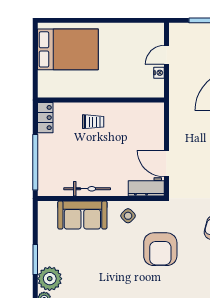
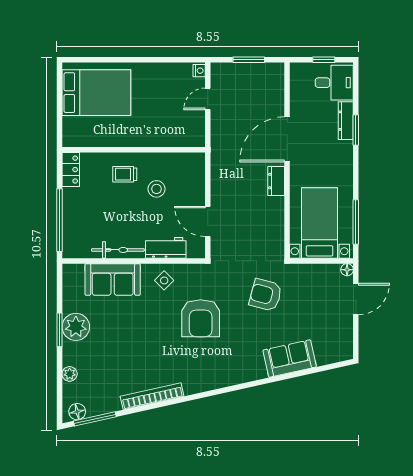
nightstand: (159, 73) -> (199, 71), moved
trolley: (93, 122) -> (125, 174), turned 180
stool: (121, 135) -> (156, 189), added
workbench: (146, 187) -> (166, 248), moved
plant: (50, 279) -> (76, 327), moved

